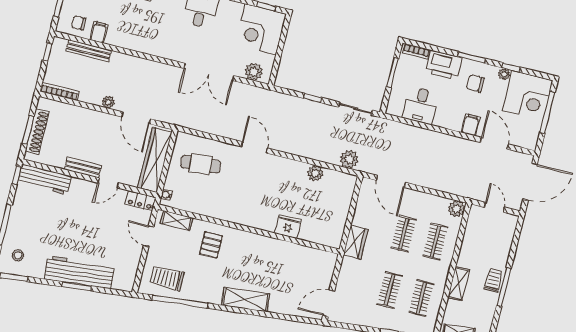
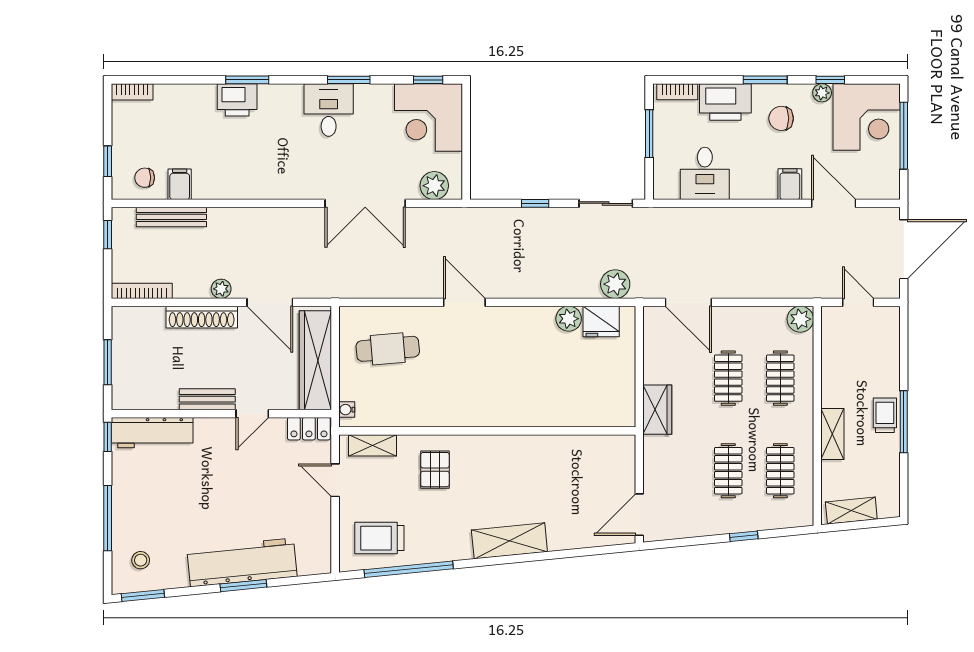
shoe rack: (37, 132) -> (202, 317), moved, turned 90
fridge: (288, 227) -> (601, 321), moved, turned 180

